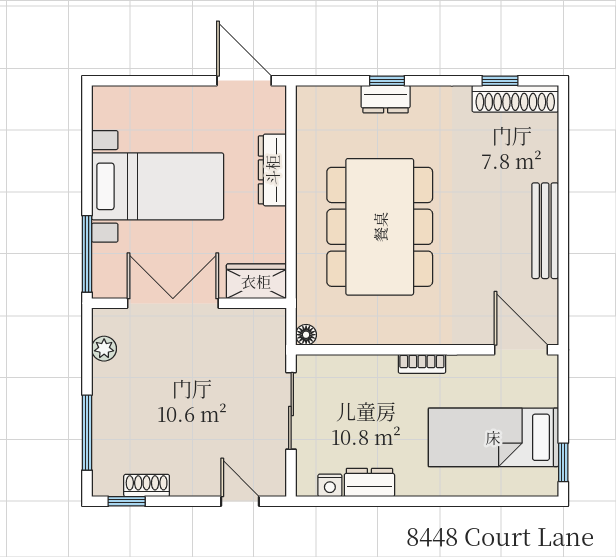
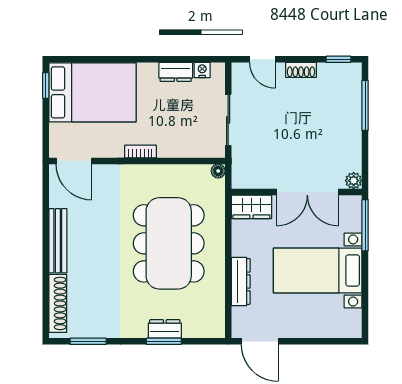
window: (387, 81) -> (164, 341), width x1.50
window: (500, 81) -> (88, 341), width x1.50
shoe rack: (515, 99) -> (58, 303), moved, turned 90
plant: (104, 349) -> (354, 181), moved
bed: (493, 437) -> (92, 92), width x1.50
shoe rack: (147, 486) -> (301, 70), moved

